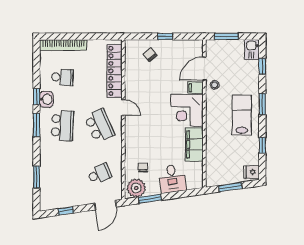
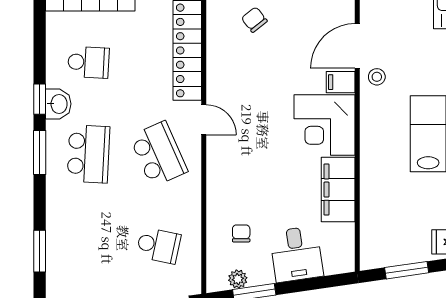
school desk: (99, 174) -> (159, 245), turned 36
plant: (136, 188) -> (238, 279), width x0.53, depth x0.53

